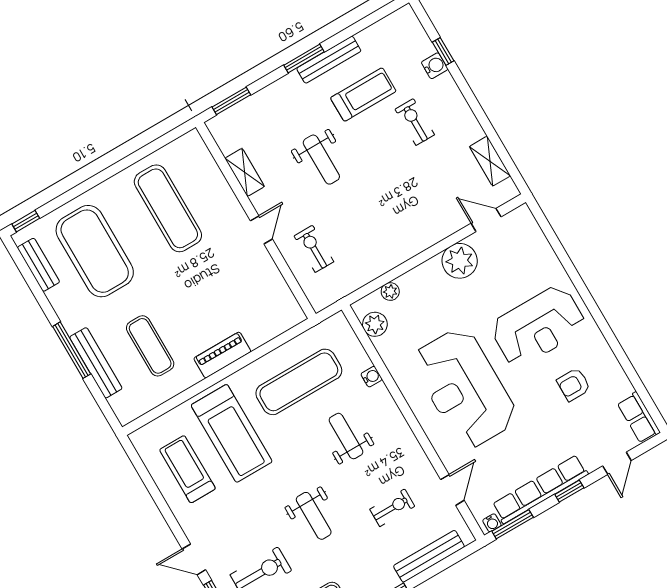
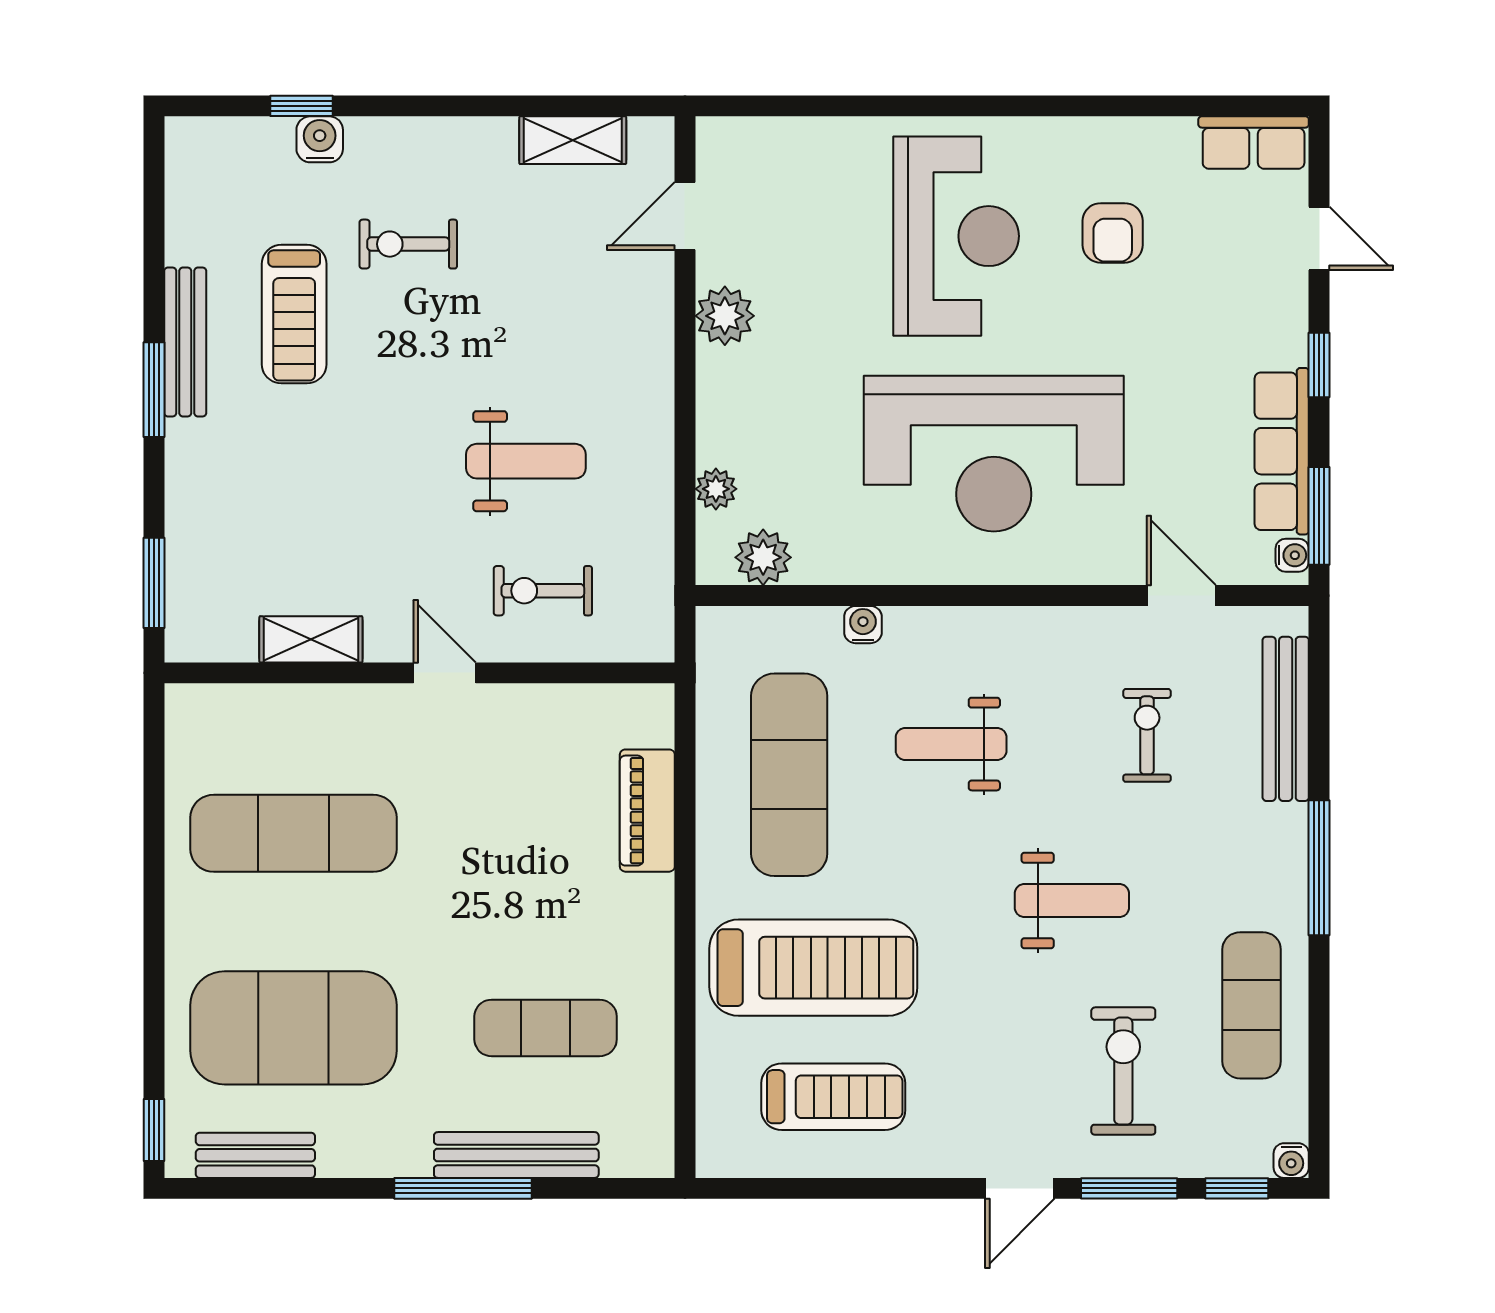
treadmill: (363, 95) -> (294, 314), turned 180
weight bench: (321, 160) -> (526, 461), moved
plant: (460, 261) -> (725, 316), width x0.73, depth x0.73
piano: (222, 355) -> (647, 811), moved
treadmill: (187, 469) -> (833, 1097), turned 180
row of seats: (540, 489) -> (1282, 451), width x0.73

